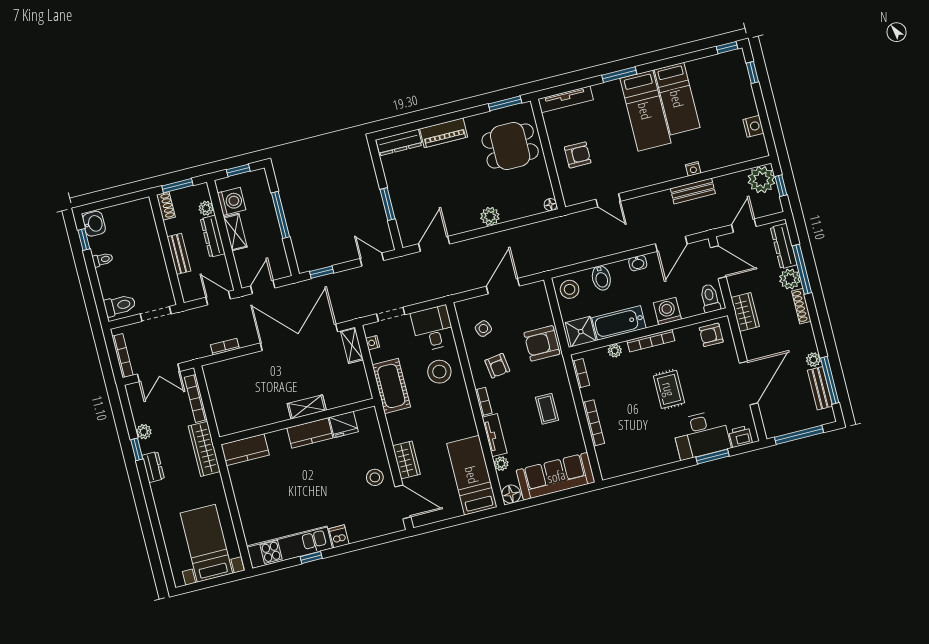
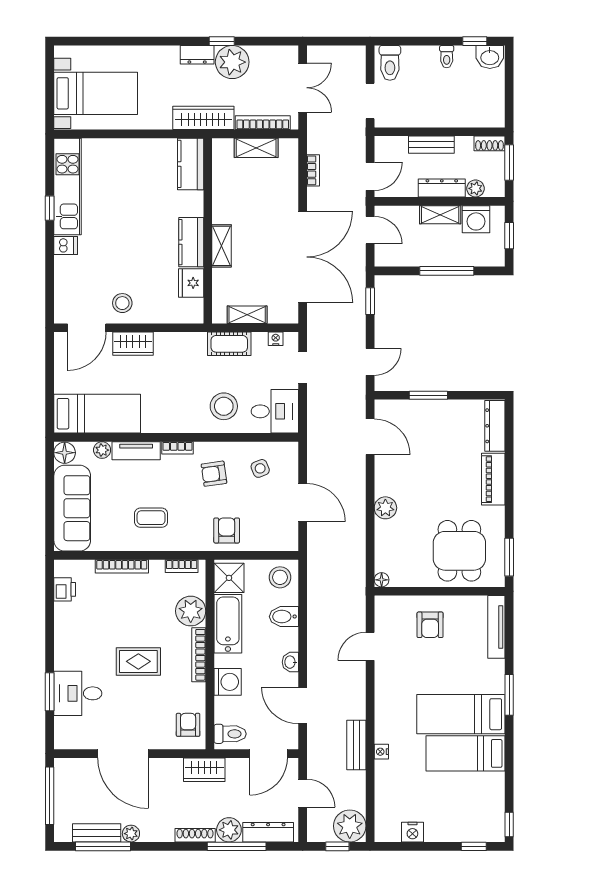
armchair: (542, 343) -> (227, 530), width x0.72, depth x0.72
shelving: (352, 345) -> (247, 315), moved
plant: (615, 351) -> (191, 611), width x1.88, depth x1.88
bookcase: (123, 356) -> (332, 52), removed
double door: (159, 373) -> (303, 88), swing flipped
cot: (391, 386) -> (229, 344), width x0.73, depth x0.75
shelving: (218, 399) -> (256, 148), added
plant: (144, 432) -> (232, 62), width x1.87, depth x1.87
desk: (701, 435) -> (78, 693), width x0.73
printer: (740, 436) -> (65, 589), moved

